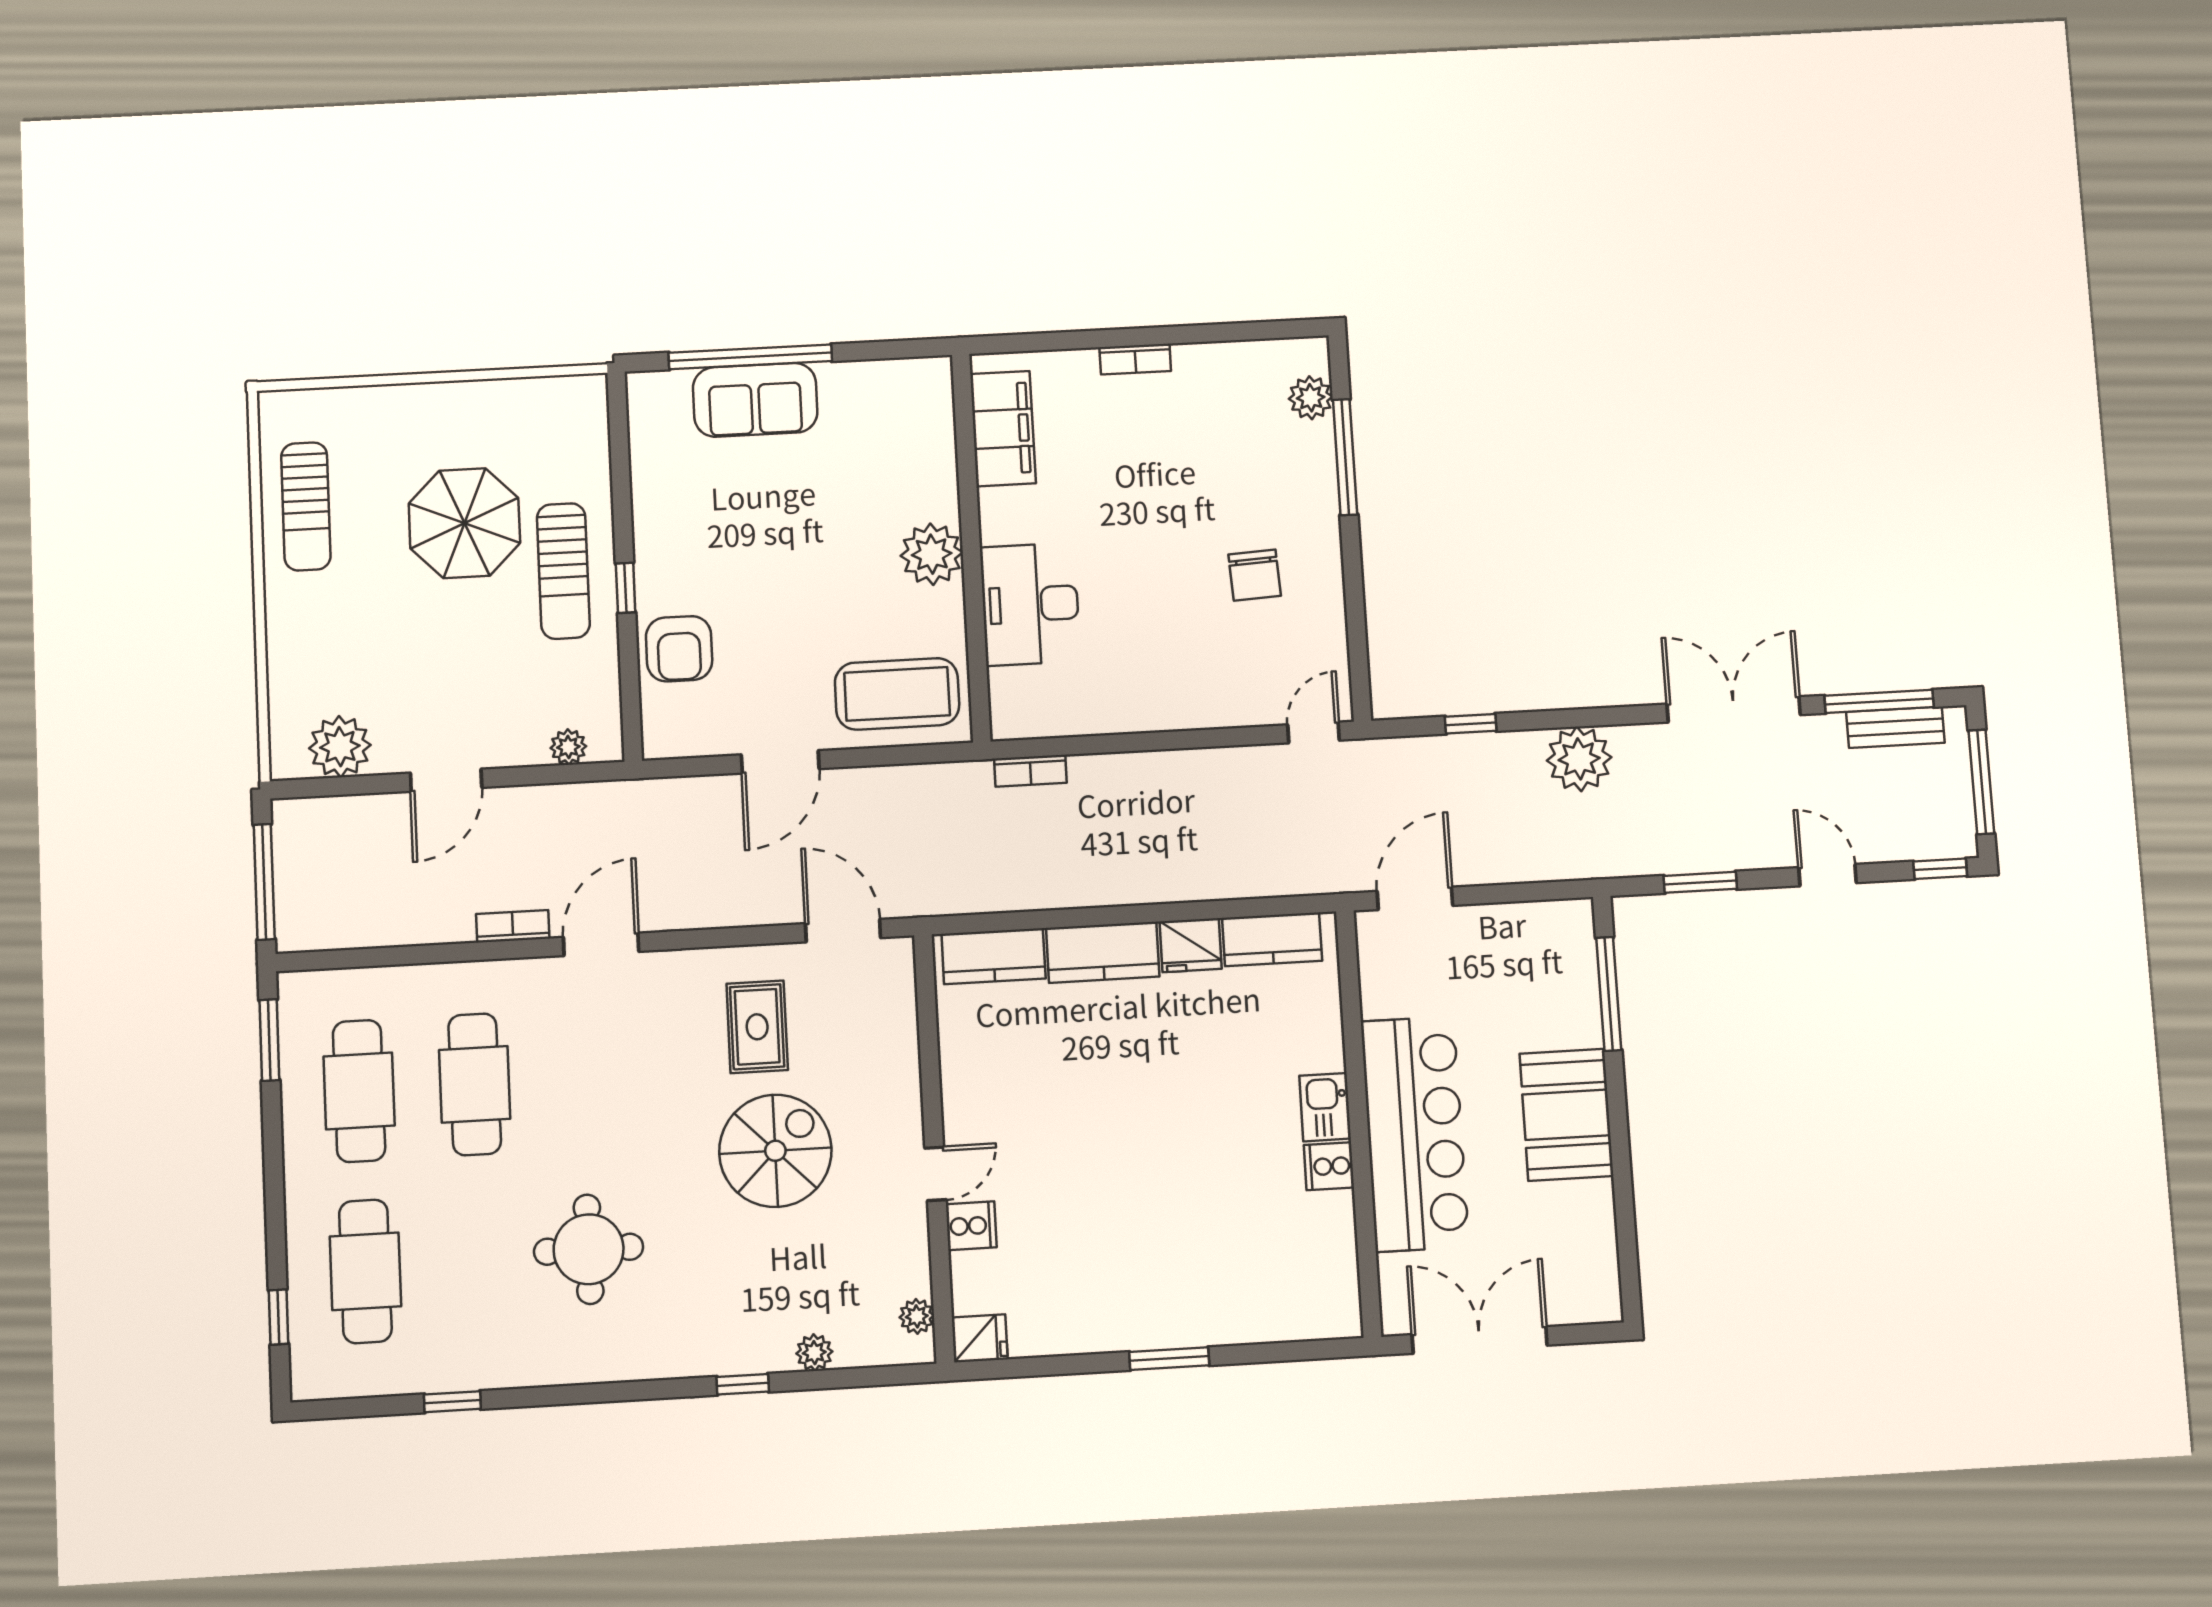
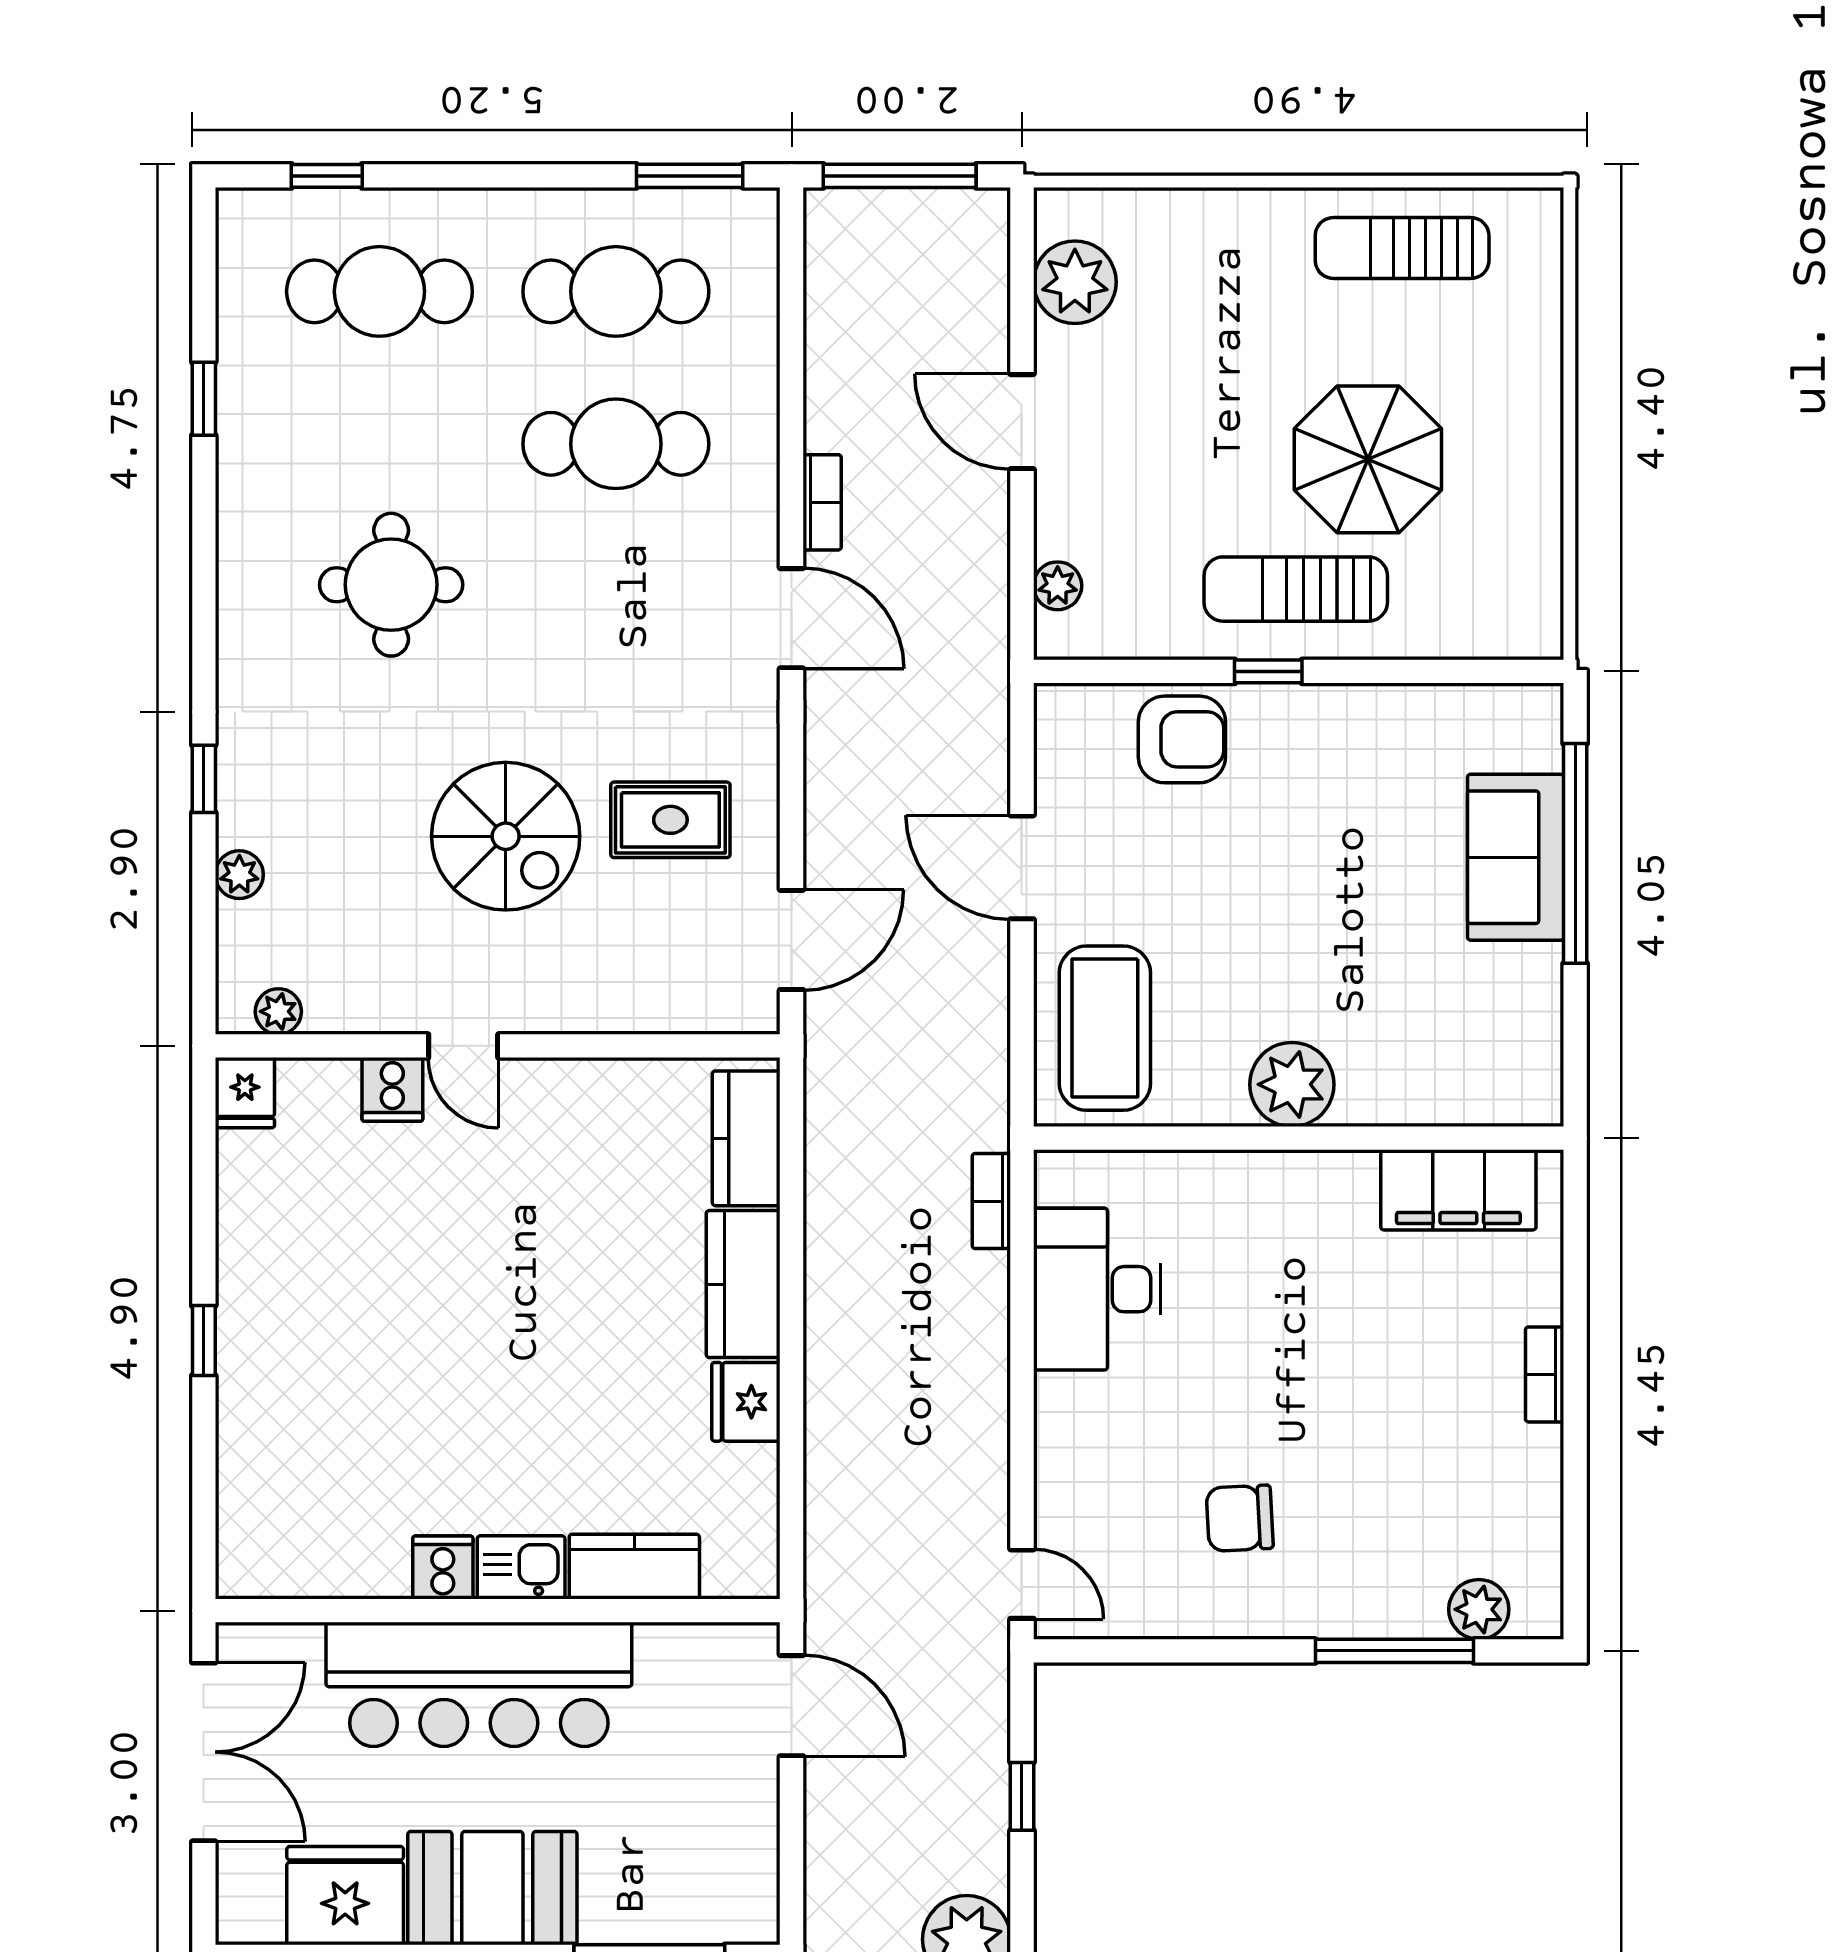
desk: (1030, 604) -> (1097, 1289), moved, turned -90
armchair: (679, 649) -> (1182, 739), turned 180
kitchen counter: (1272, 939) -> (634, 1567), moved, turned 90
fridge: (1580, 1226) -> (345, 1896), added
window: (1169, 1359) -> (204, 1341), width x0.67

